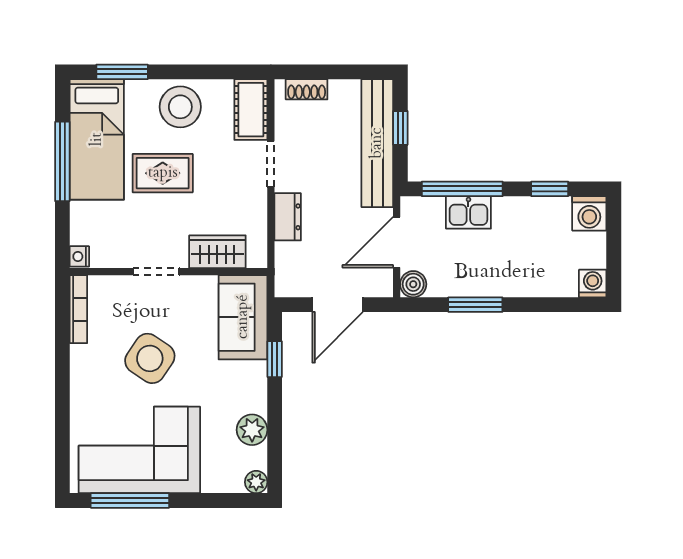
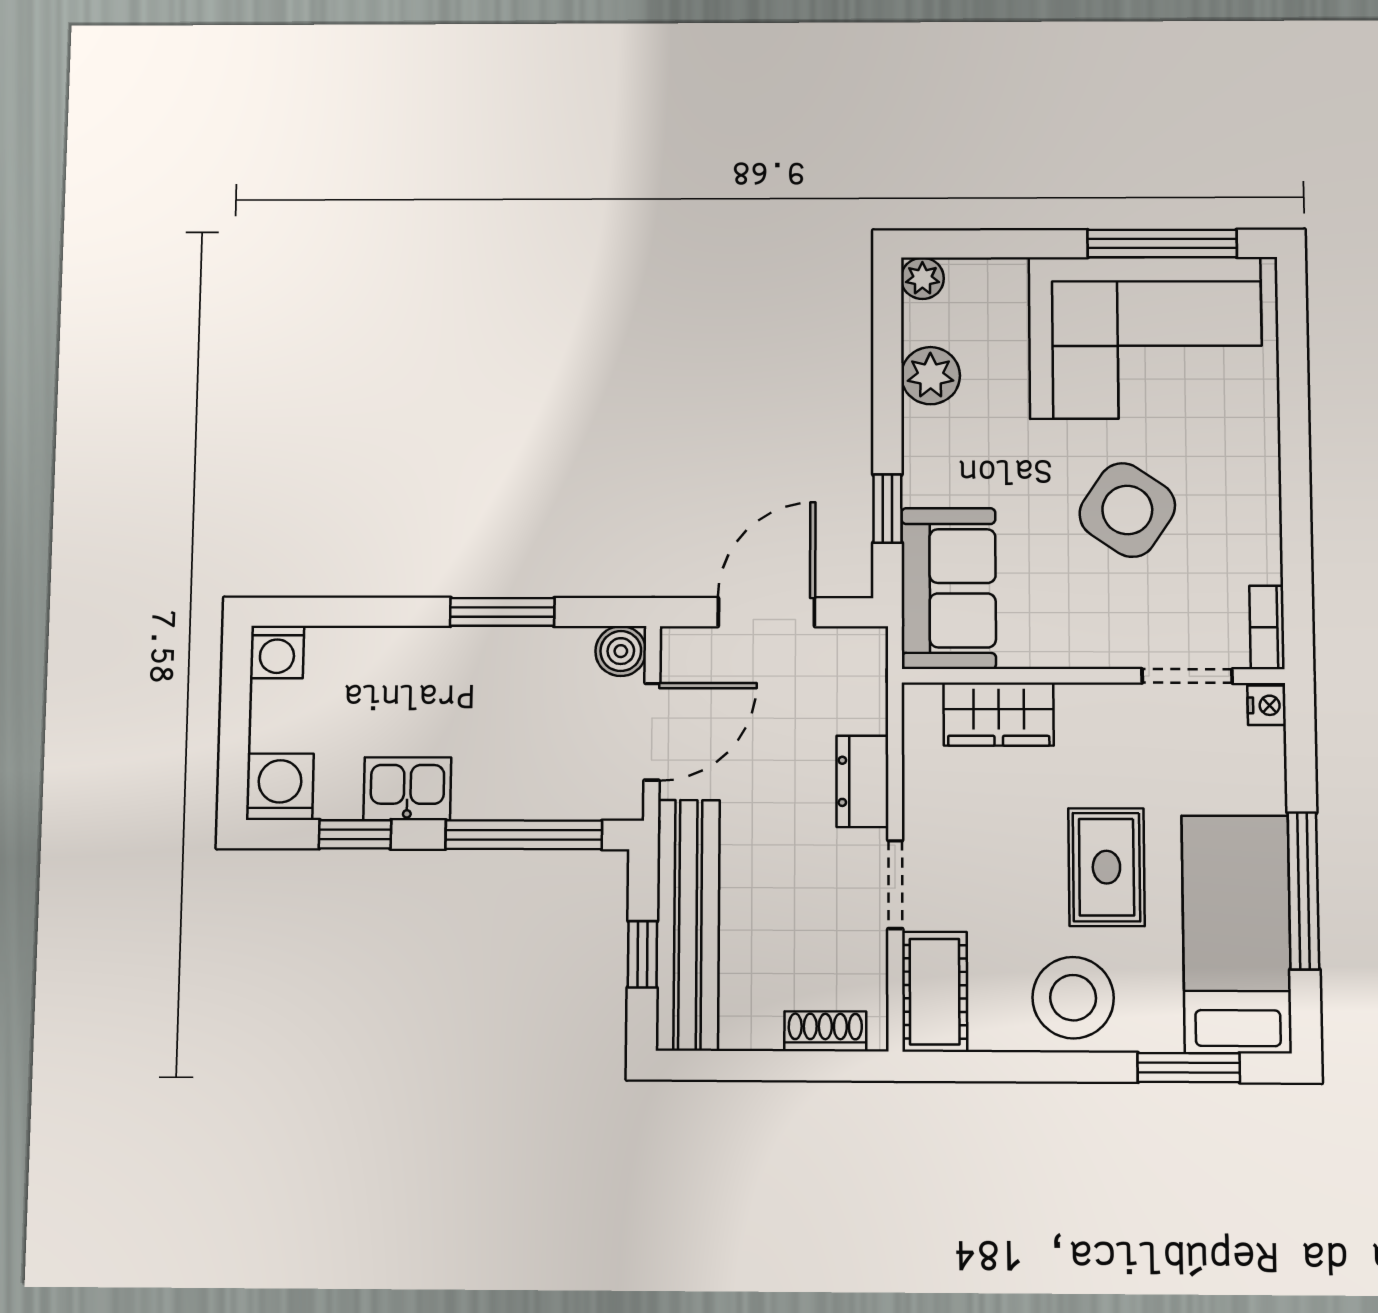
rug: (163, 173) -> (1106, 867), turned 90
kitchen sink: (468, 212) -> (407, 789), moved
doorway: (156, 272) -> (1187, 676), moved
bookcase: (78, 309) -> (1267, 627), width x0.64

